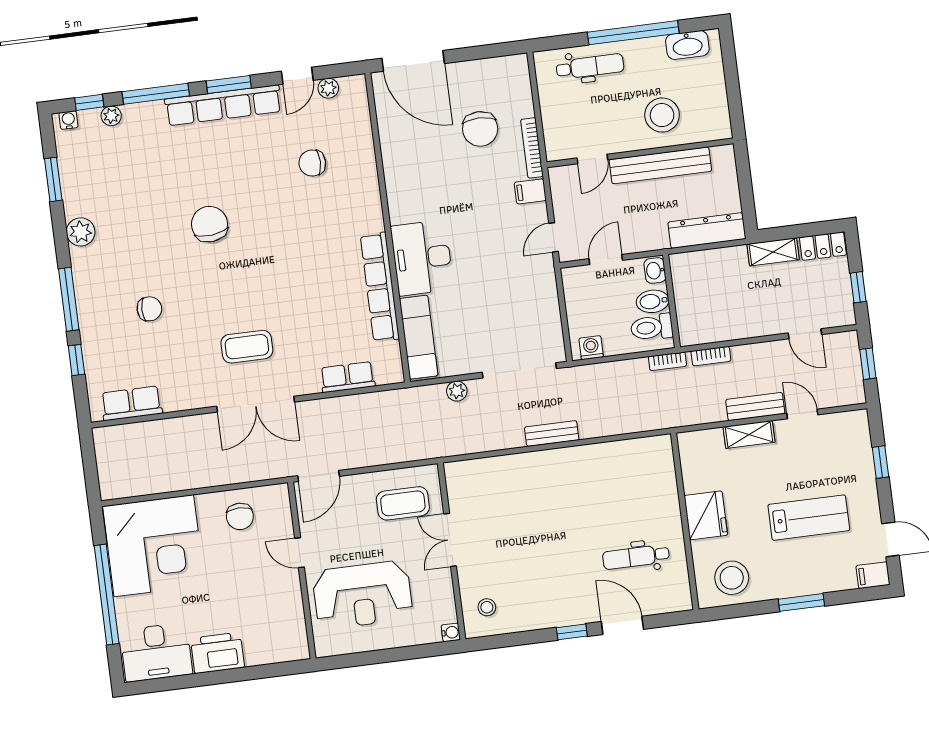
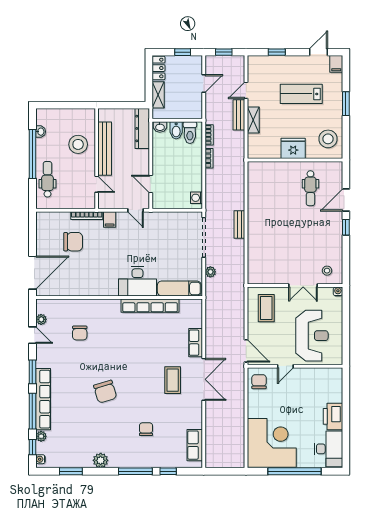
washbasin: (687, 45) -> (41, 132), width x0.52, depth x0.69
row of seats: (223, 105) -> (43, 399), moved
chair: (209, 224) -> (105, 392), turned -101
washbasin: (655, 271) -> (160, 127), moved
bidet: (653, 301) -> (176, 130), moved
wall: (671, 301) -> (177, 120), moved
toilet: (652, 327) -> (190, 133), moved
row of seats: (347, 377) -> (196, 343), moved
chair: (240, 516) -> (259, 382), moved, turned -90
lab bench: (809, 518) -> (301, 94), turned -90
double door: (450, 540) -> (303, 286), moved

